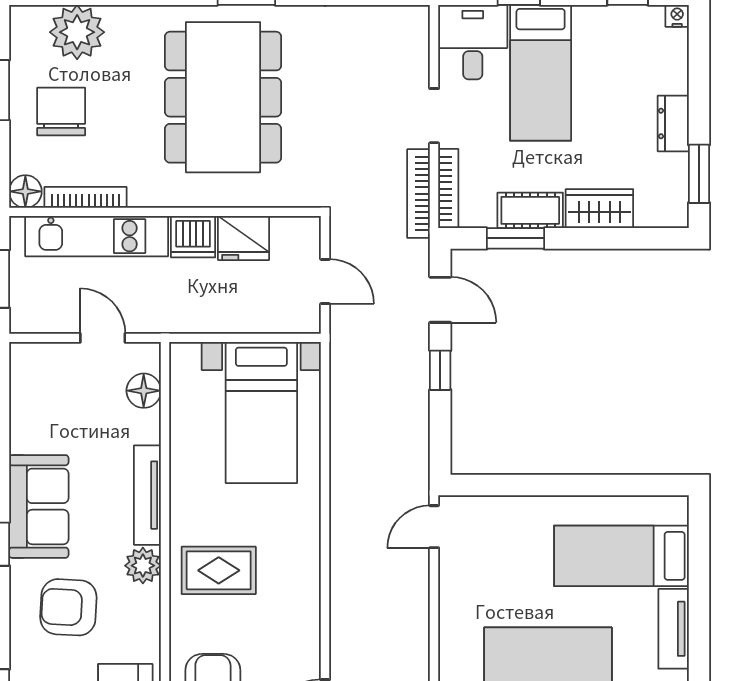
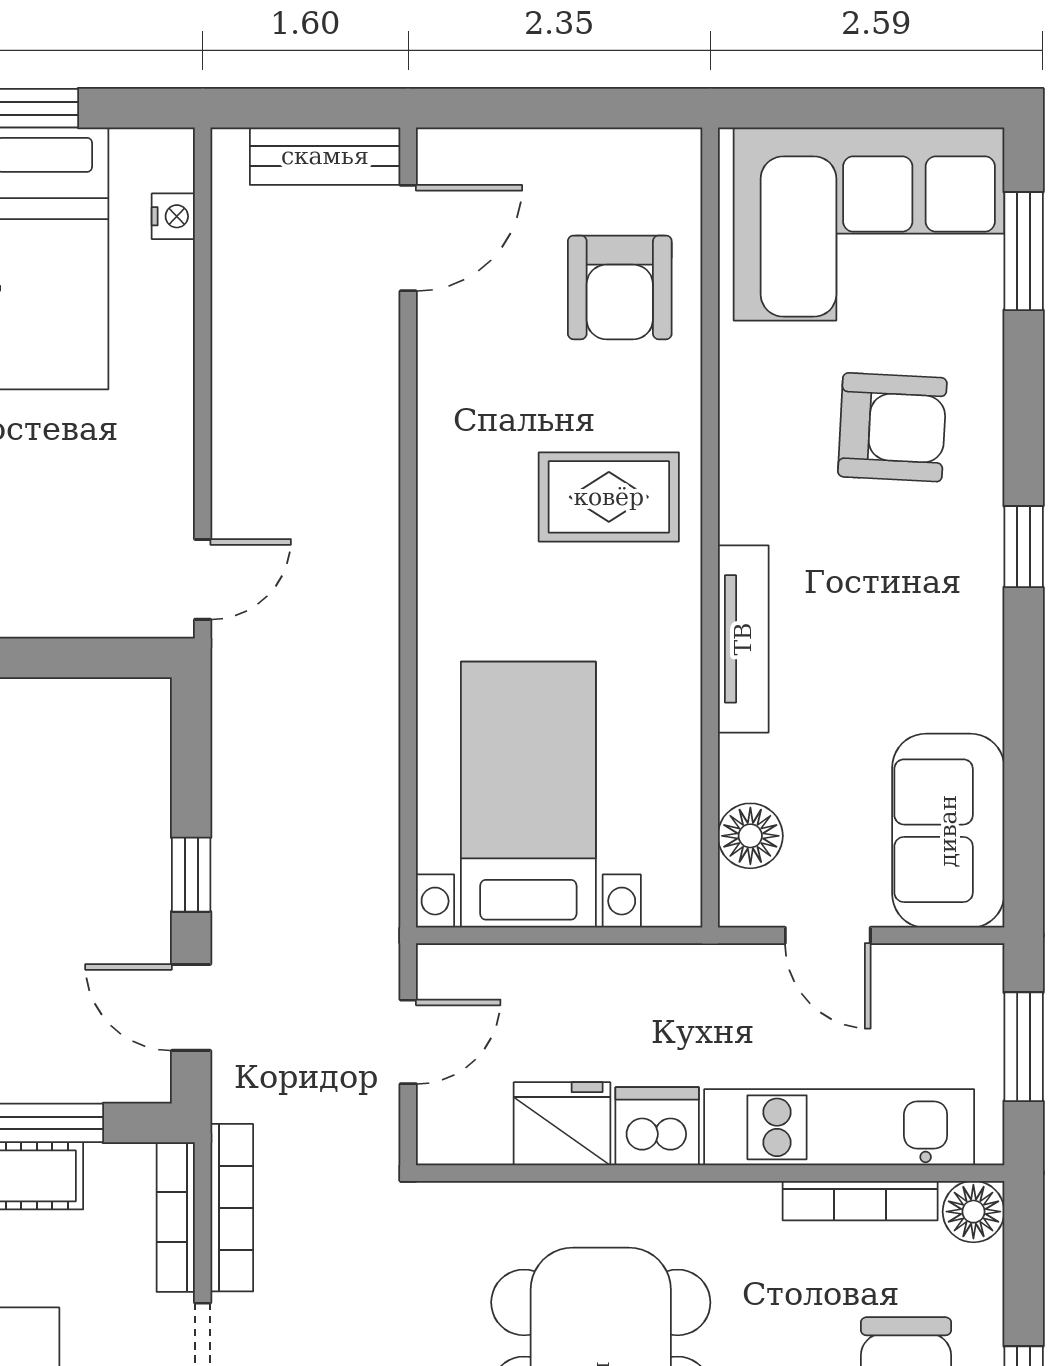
door: (325, 281) -> (408, 1042), swing flipped
sofa: (39, 506) -> (948, 831), moved
plant: (143, 566) -> (752, 506), removed

